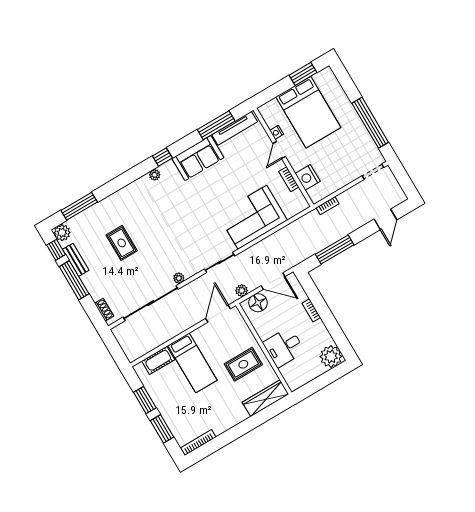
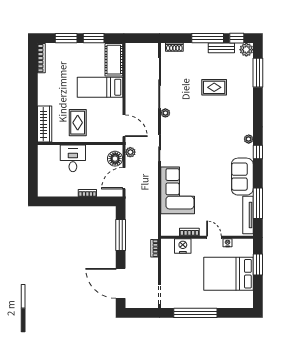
window: (303, 74) -> (258, 265), moved
door: (385, 219) -> (121, 283), width x1.88
plant: (331, 357) -> (47, 188), removed
cot: (158, 360) -> (114, 60), width x1.37, depth x1.34

